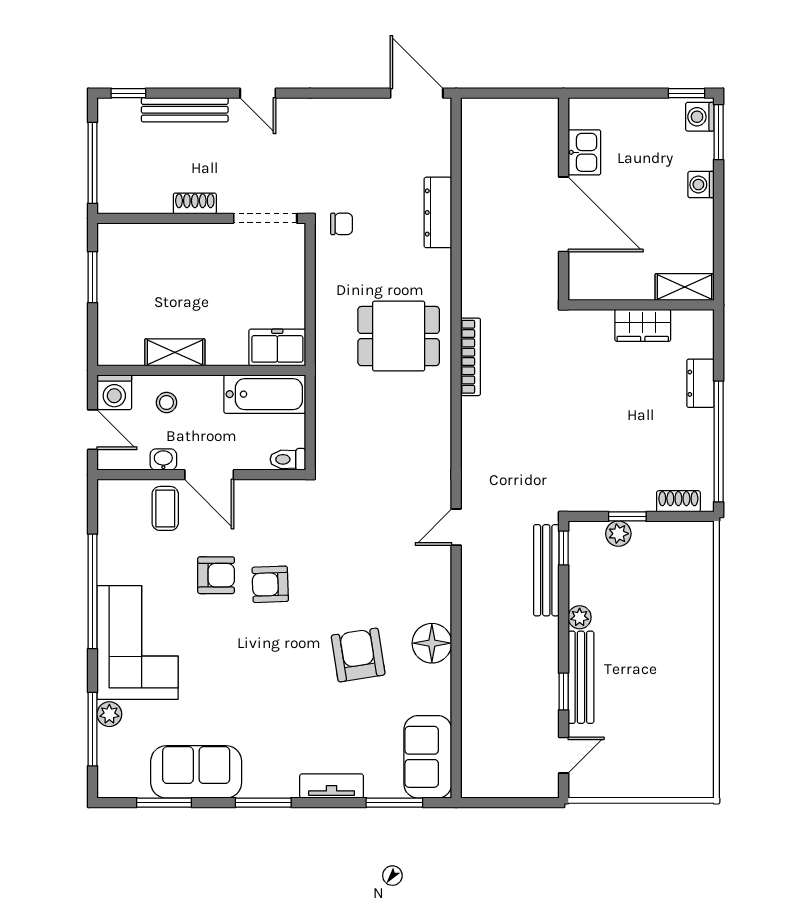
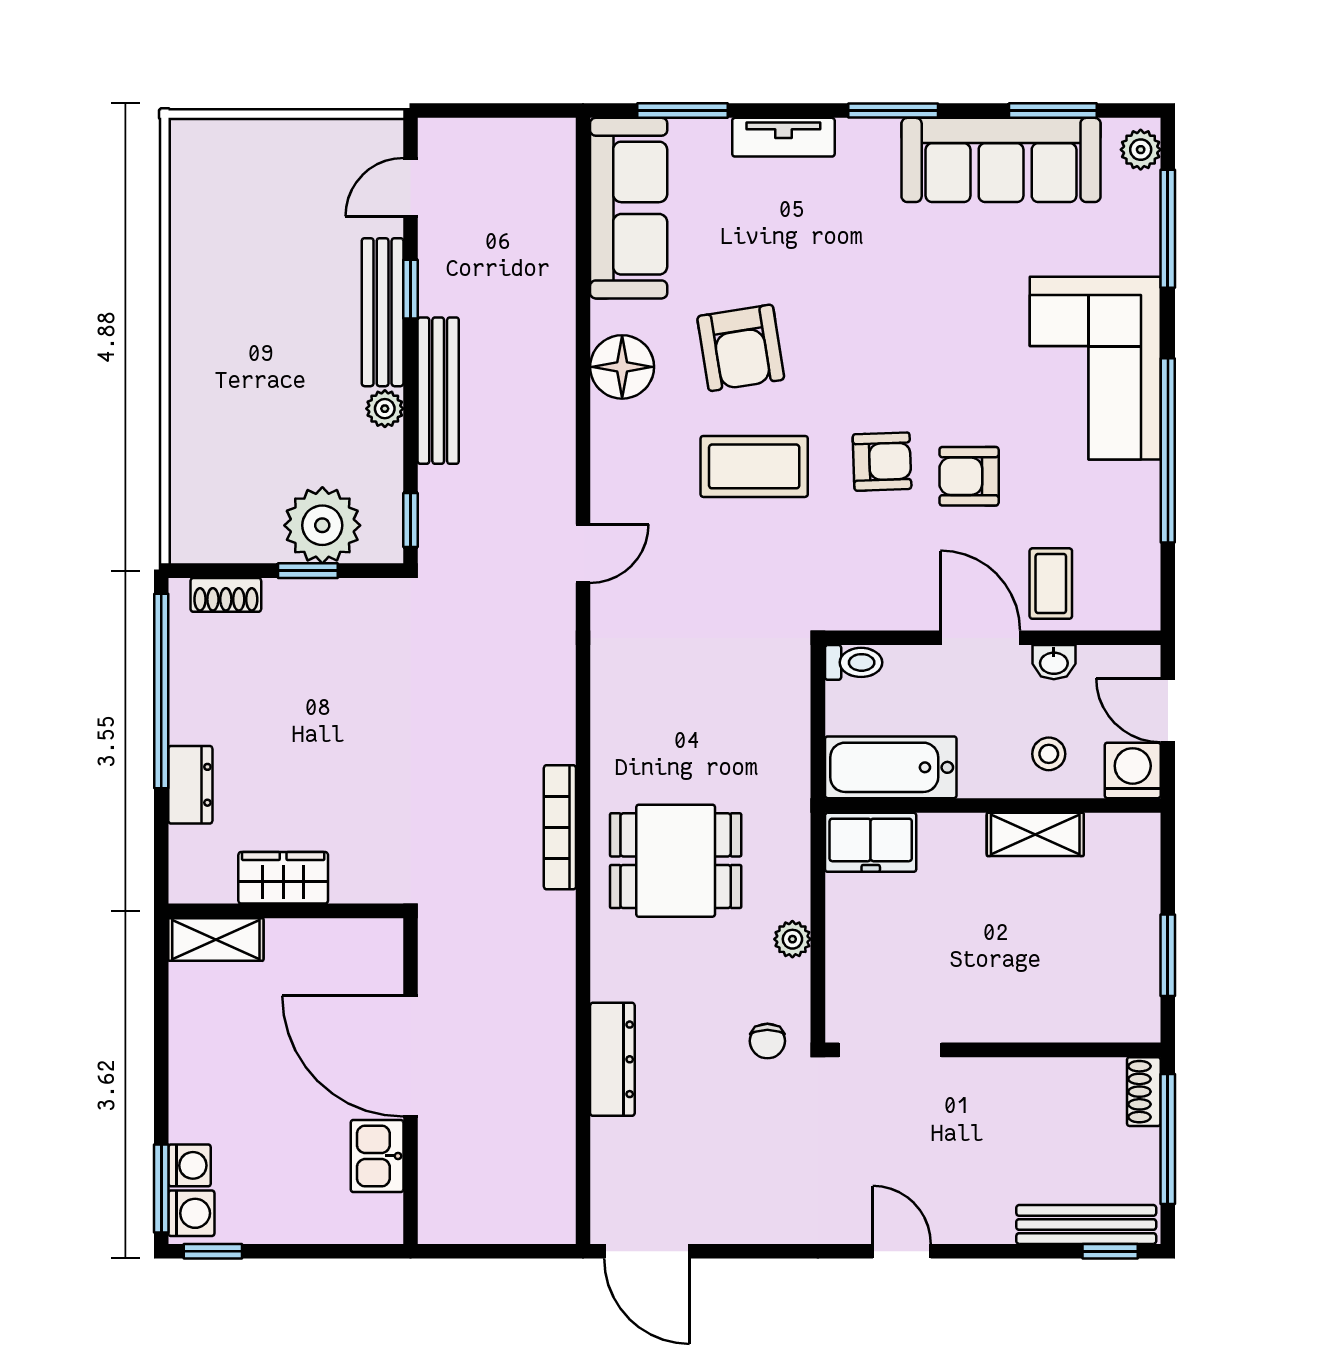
bench: (185, 110) -> (1086, 1224), moved
washing machine: (701, 185) -> (190, 1165), moved
shoe rack: (195, 203) -> (1144, 1092), moved, turned 90
chair: (342, 224) -> (767, 1041), turned -90
plant: (326, 287) -> (792, 939), added
plant: (618, 534) -> (322, 525), width x1.88, depth x1.88
bench: (546, 570) -> (438, 391), moved
coffee table: (350, 581) -> (754, 466), added
plant: (109, 714) -> (1141, 150), moved
sofa: (428, 757) -> (629, 208), width x1.36
sofa: (196, 772) -> (1001, 160), width x1.36

